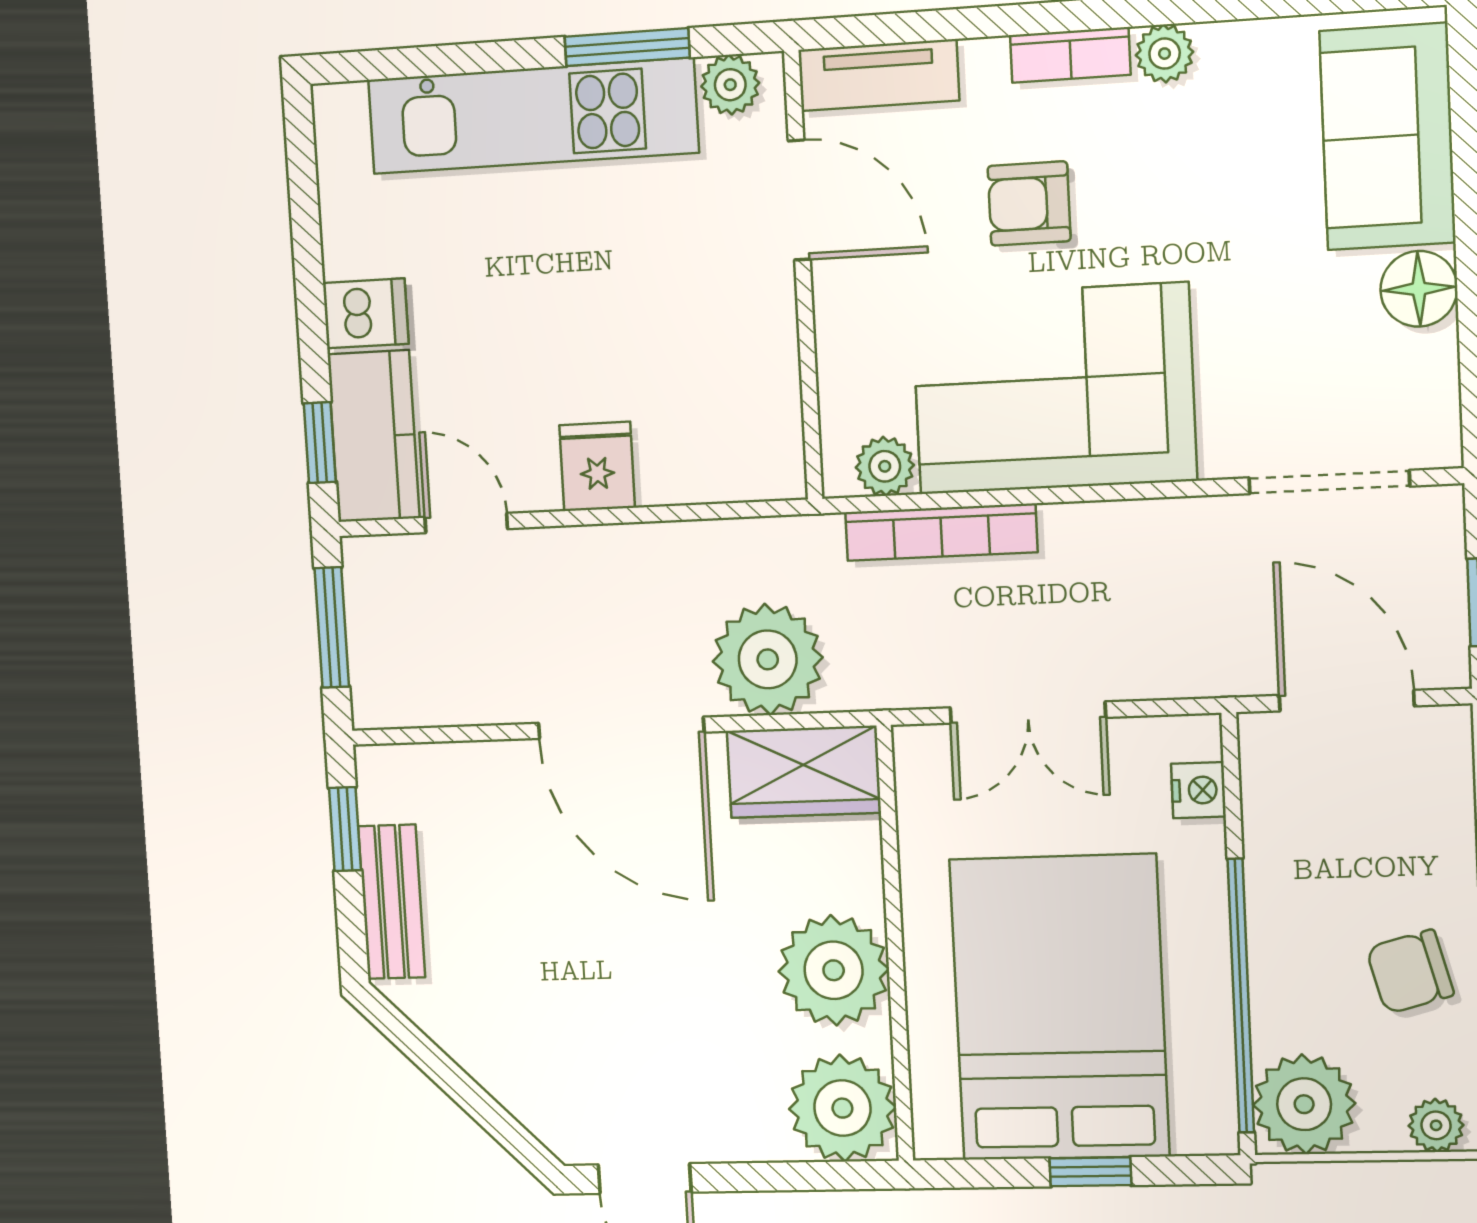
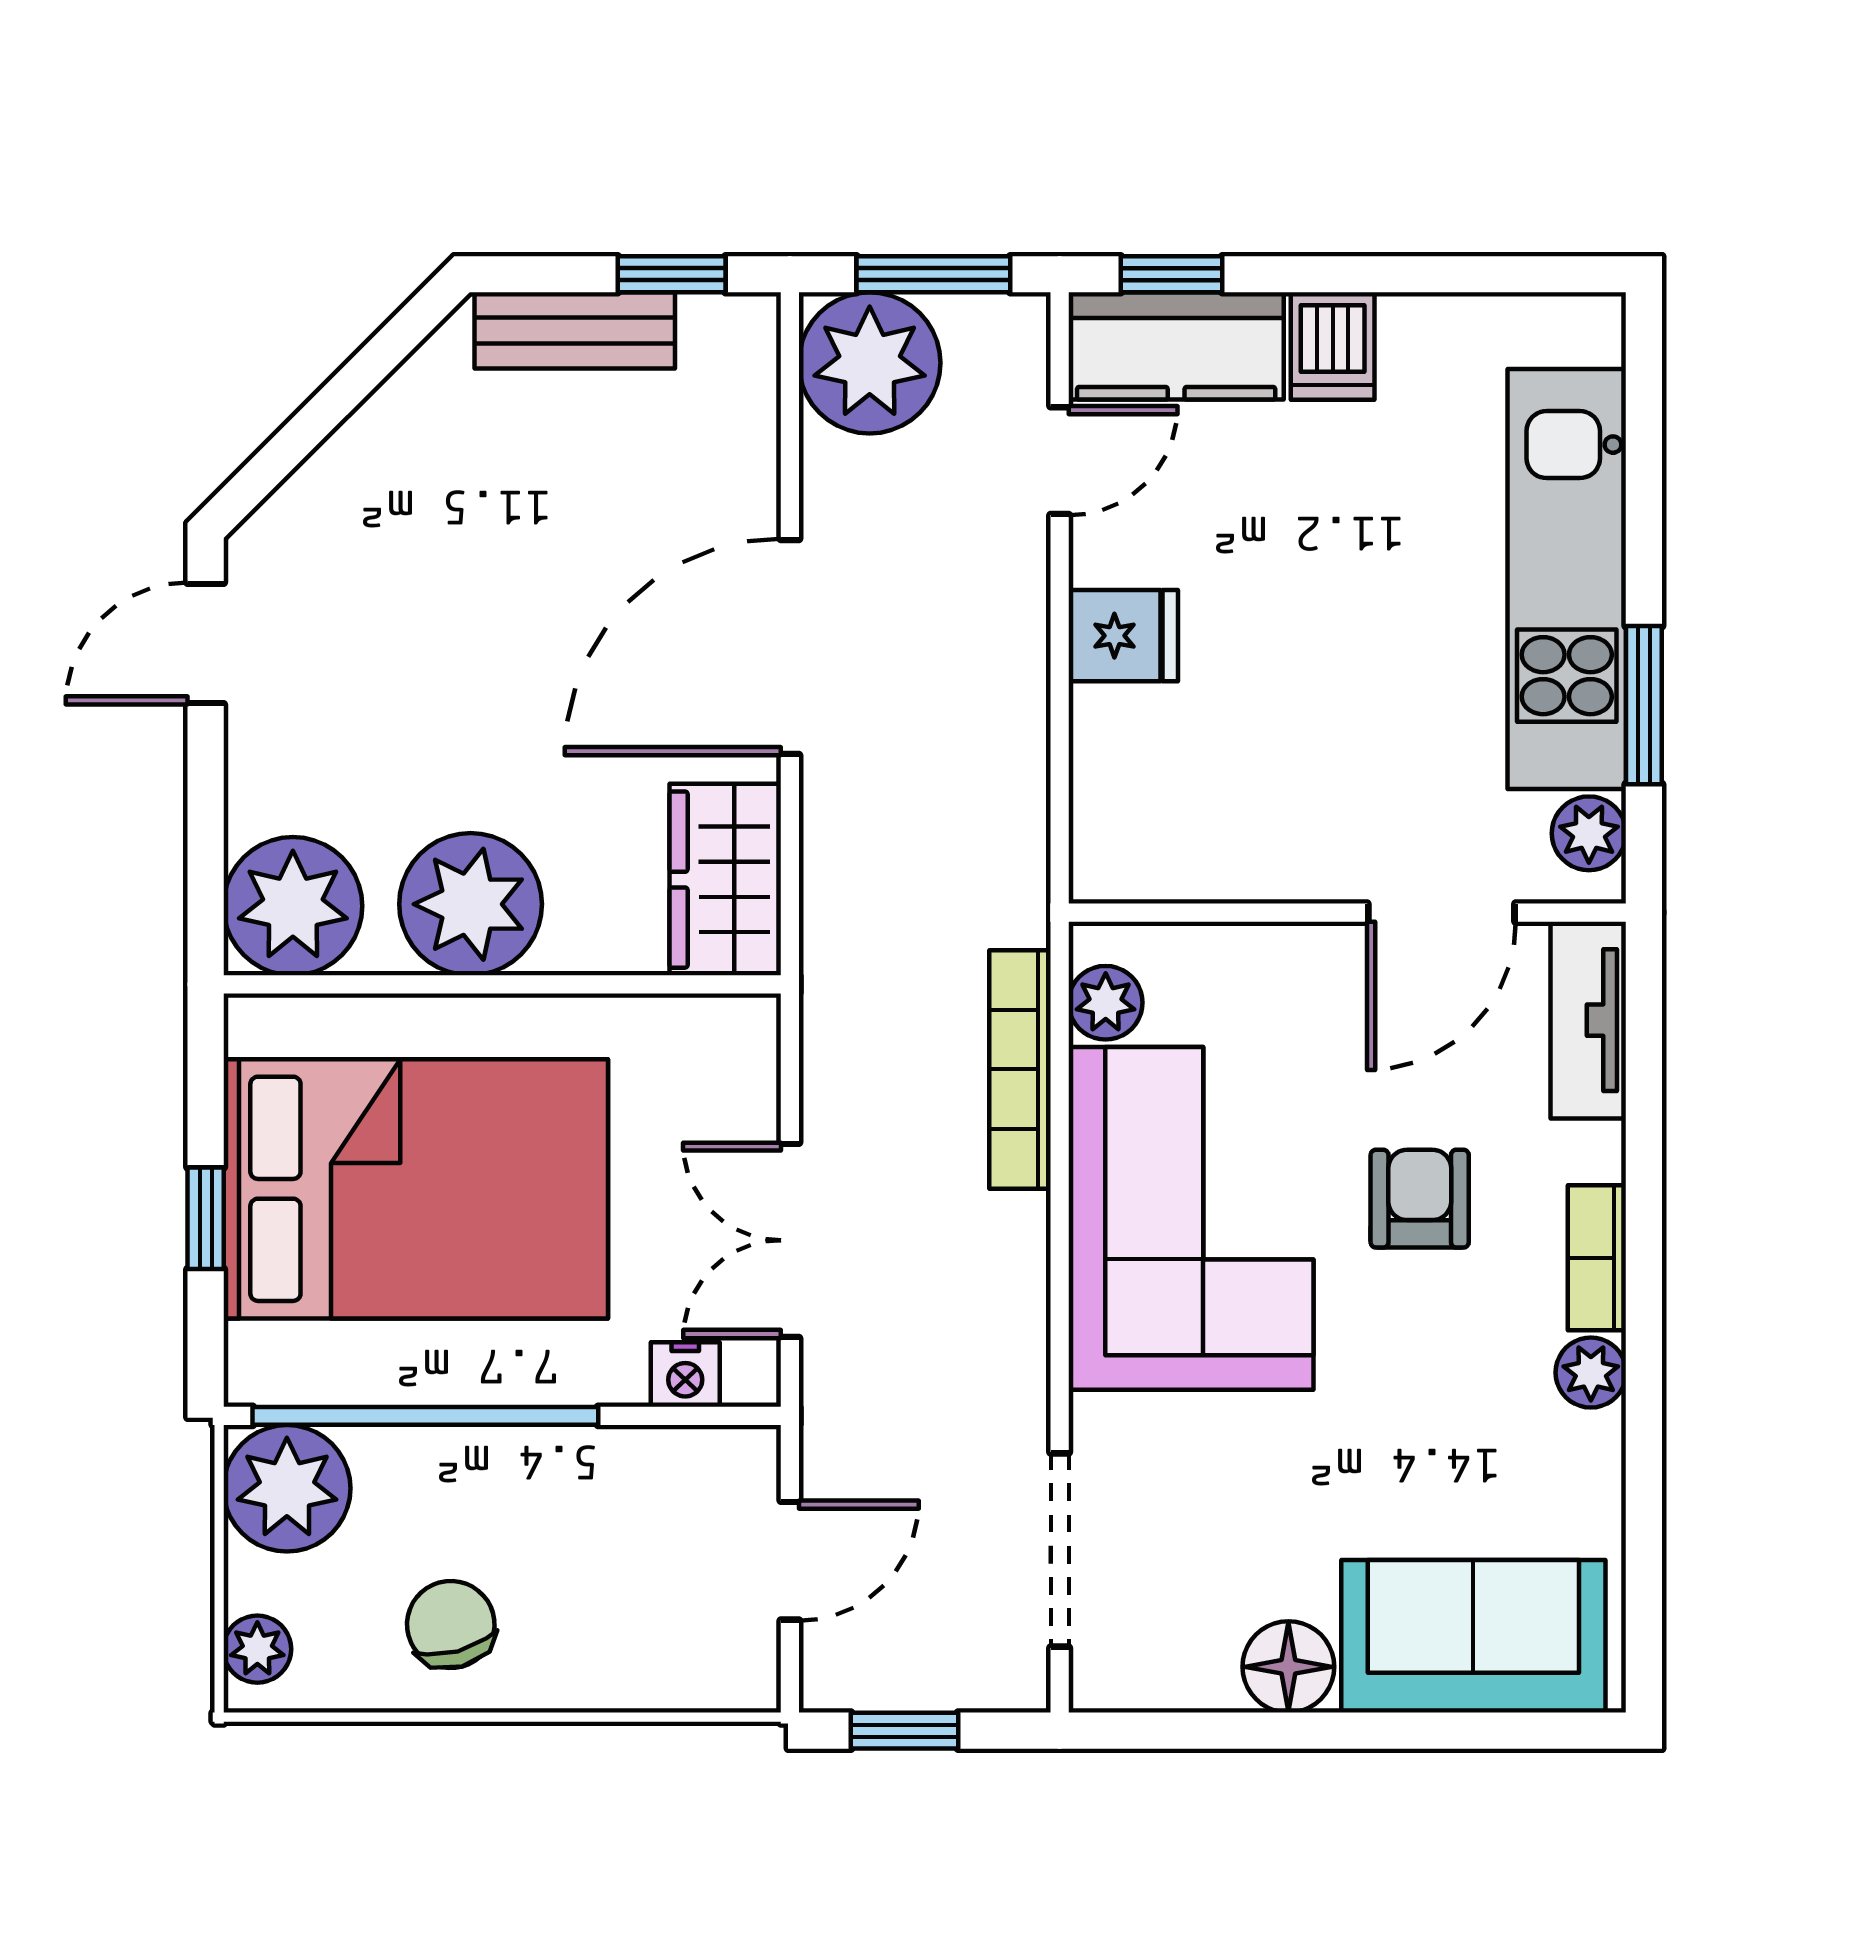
plant: (768, 659) -> (870, 363), moved
door: (1347, 701) -> (790, 1561), width x0.73
double door: (1028, 713) -> (790, 1240), moved

